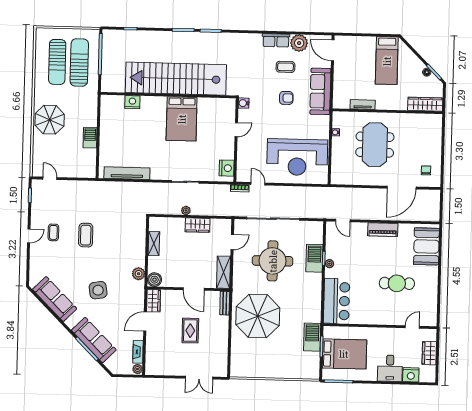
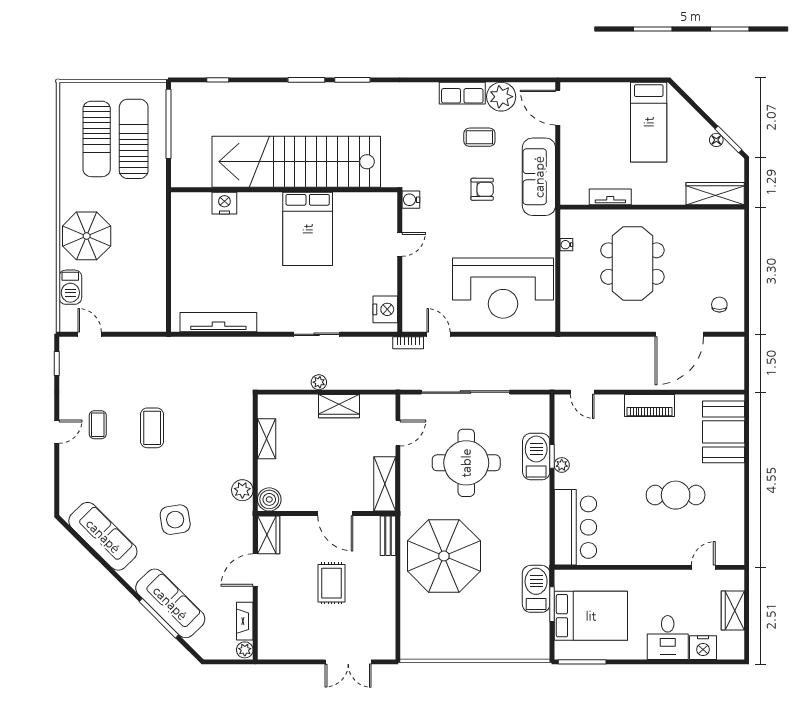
barbecue: (90, 138) -> (70, 287), moved, turned 180

